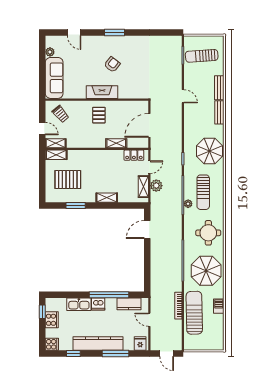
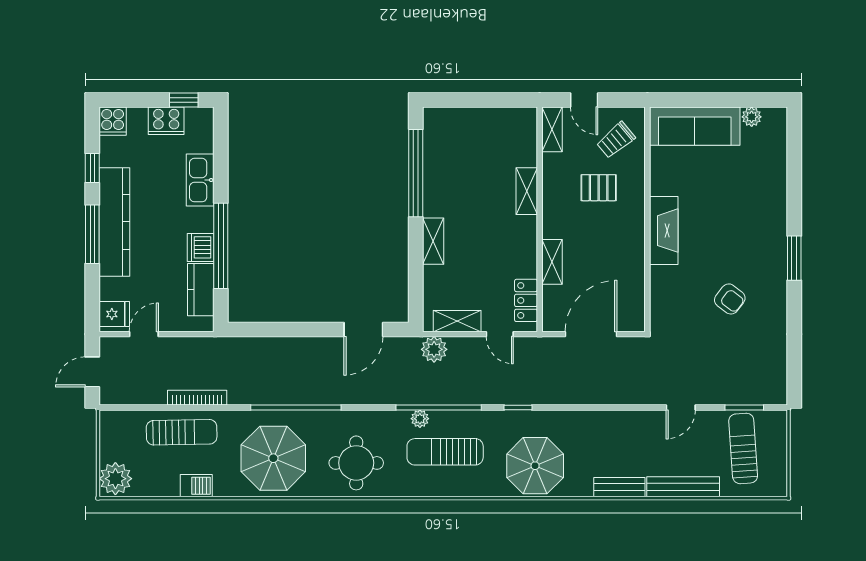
door: (74, 32) -> (794, 170), removed
armchair: (112, 64) -> (730, 299), moved
bench: (219, 88) -> (683, 487), width x1.36
door: (183, 96) -> (681, 408), moved
pallet: (99, 115) -> (599, 188), moved
door: (149, 125) -> (591, 334), hinge flipped
door: (42, 129) -> (584, 100), hinge flipped
shelving: (56, 155) -> (527, 191), moved
pallet: (68, 180) -> (473, 156), removed
plant: (156, 186) -> (434, 349), moved
window: (76, 206) -> (416, 173), width x2.11
door: (147, 230) -> (363, 330), swing flipped
dishwasher: (98, 304) -> (201, 247), moved
sun lounger: (194, 313) -> (182, 432), width x0.73, depth x0.75
door: (149, 320) -> (144, 334), moved
plant: (215, 343) -> (115, 479), added
window: (116, 354) -> (92, 234), moved

